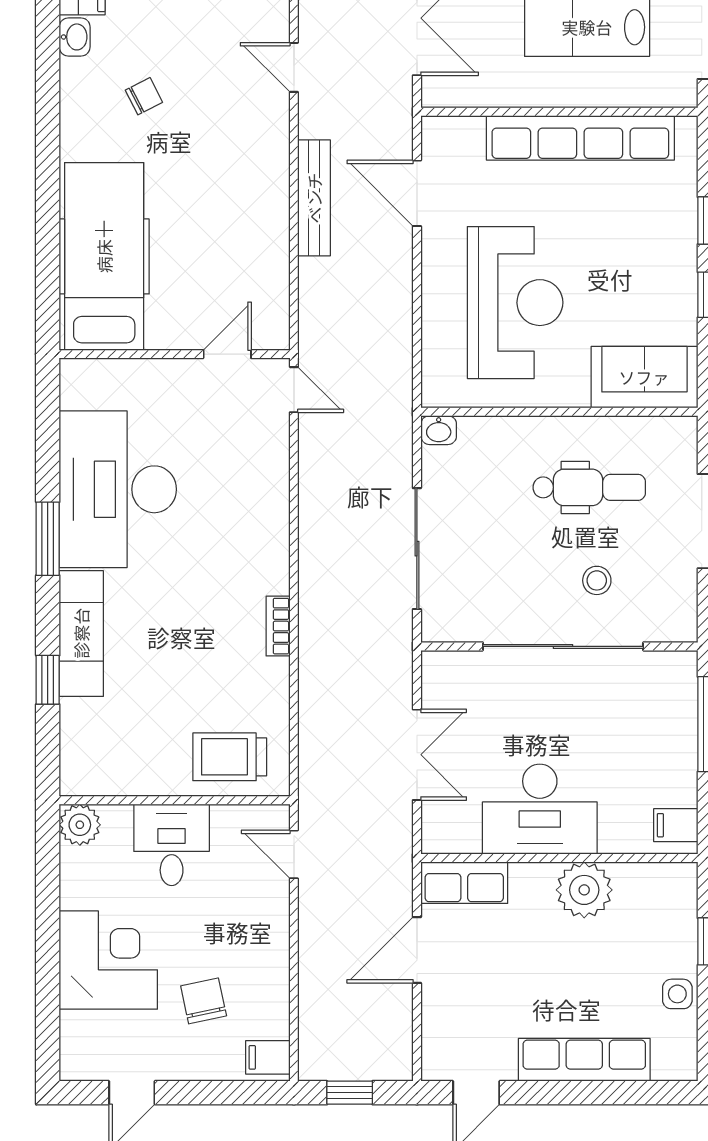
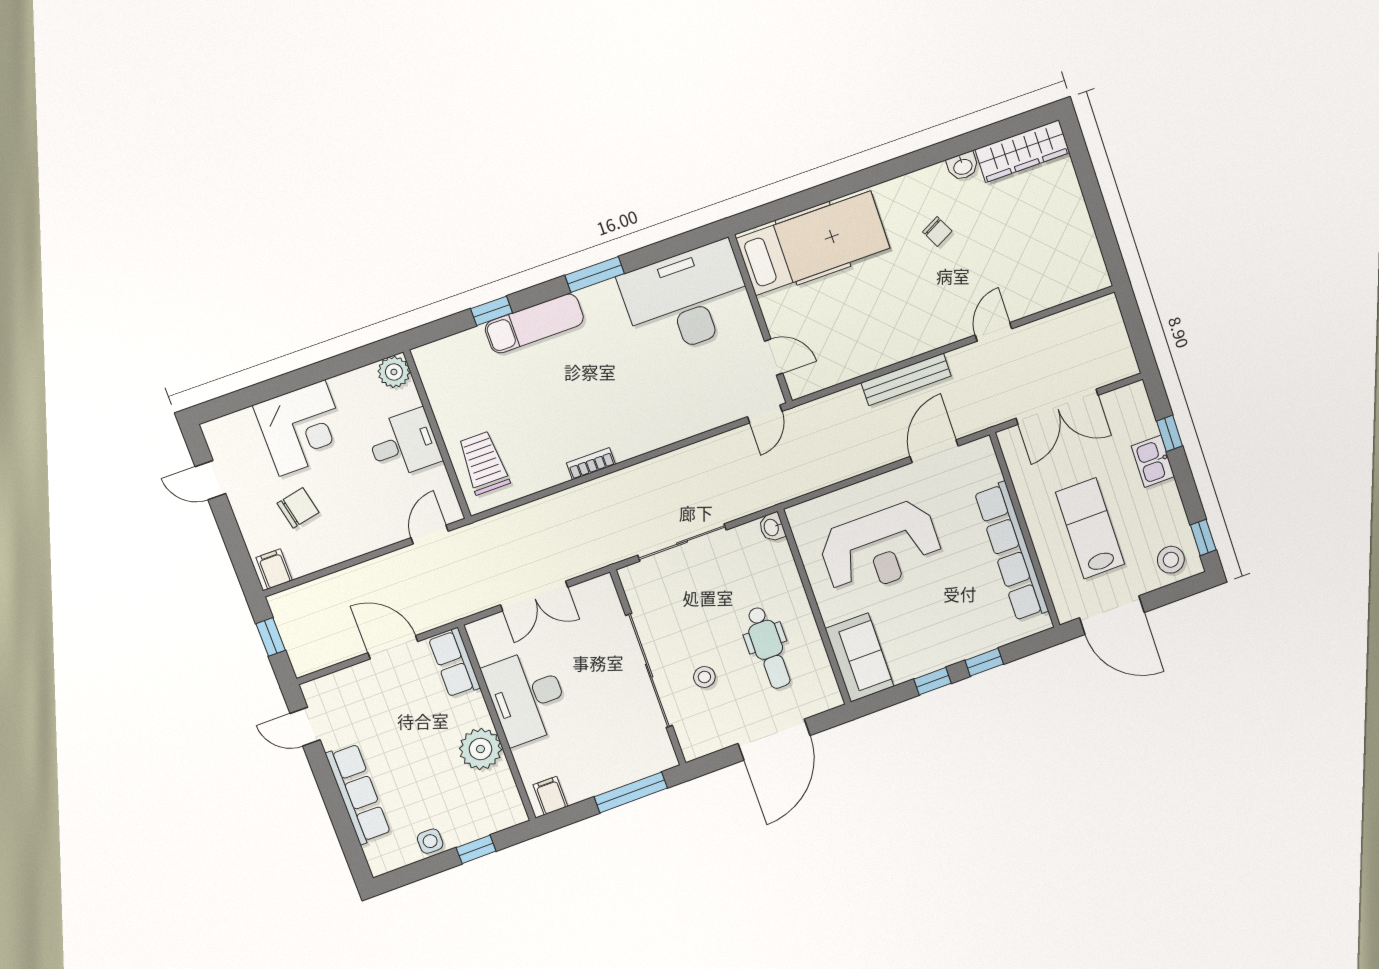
desk: (118, 489) -> (687, 299), moved

